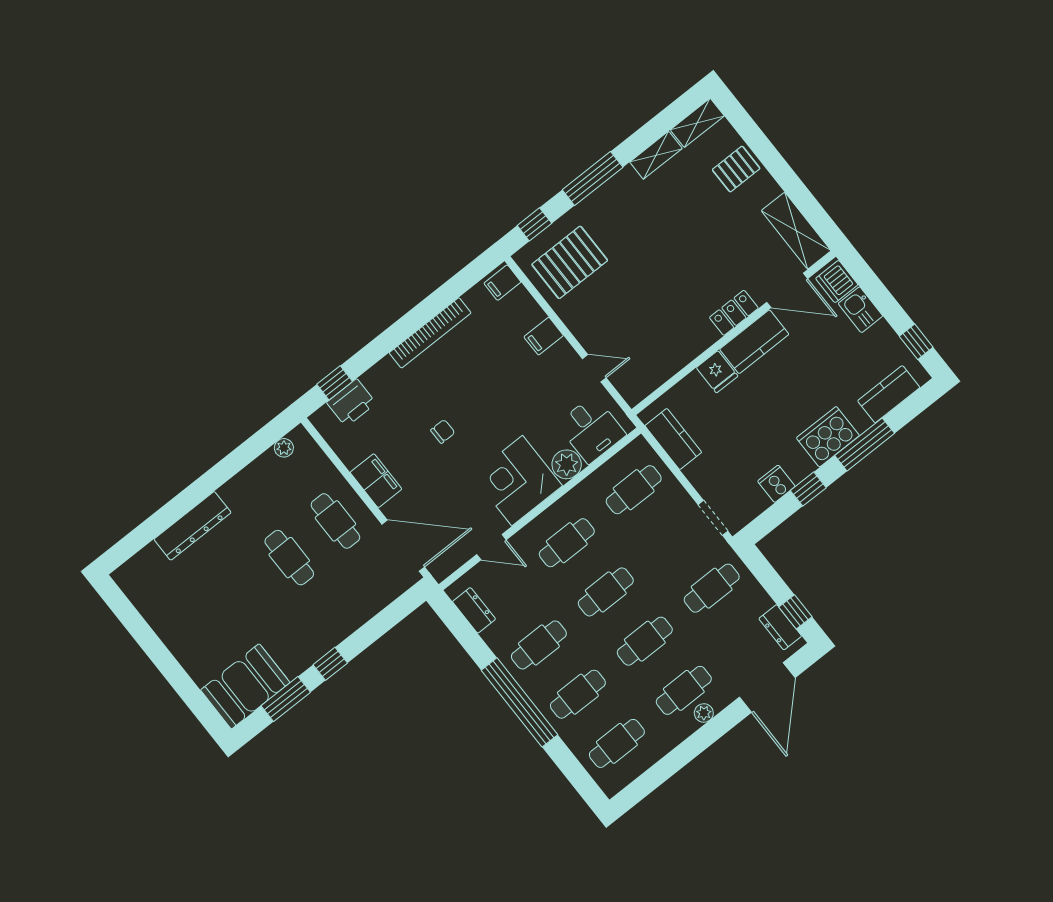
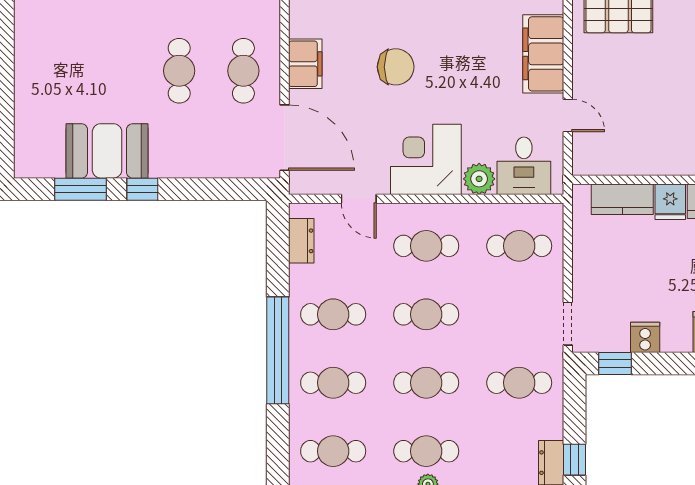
filing cabinet: (544, 336) -> (543, 54), width x3.00, depth x1.17
chair: (443, 431) -> (396, 67), width x1.87, depth x1.87
kitchen counter: (673, 439) -> (622, 199), moved, turned 90
window: (808, 489) -> (615, 364), moved
booth: (245, 686) -> (107, 151), moved

